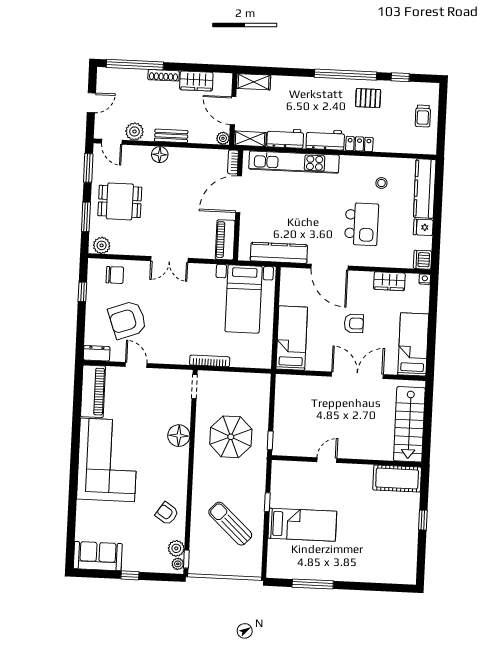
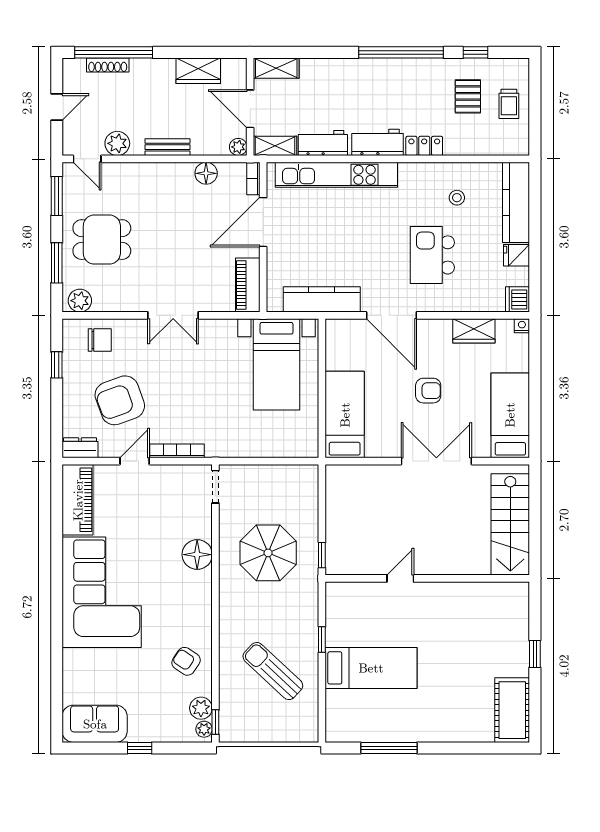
shoe rack: (164, 75) -> (108, 65), moved
pallet: (368, 98) -> (468, 96), moved, turned 90
floor lamp: (160, 155) -> (206, 173), moved
kitchen island: (362, 224) -> (432, 255), turned 180
bookcase: (210, 361) -> (177, 451), moved
door: (136, 365) -> (135, 461), hinge flipped
cot: (397, 479) -> (512, 710), moved, turned 90

